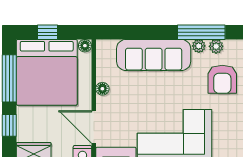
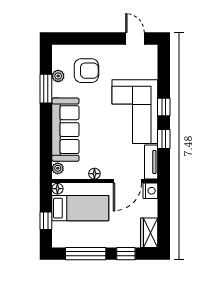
window: (201, 32) -> (46, 89), width x0.69
plant: (199, 46) -> (58, 168), moved
bed: (47, 72) -> (80, 208), width x0.49

